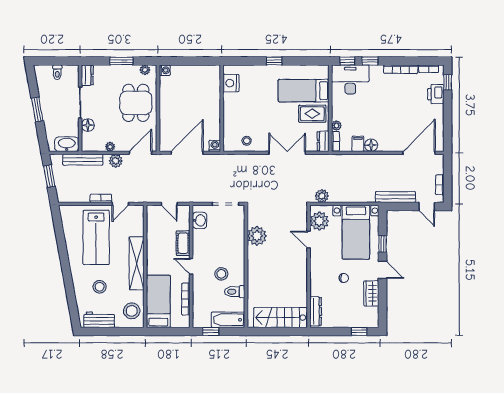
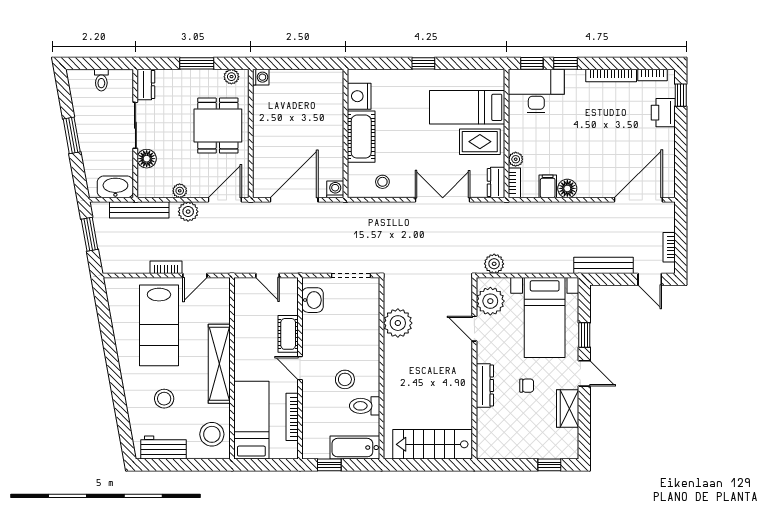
cot: (232, 110) -> (361, 137), added
dresser: (316, 311) -> (485, 386), moved

